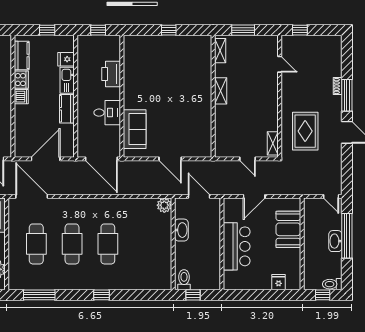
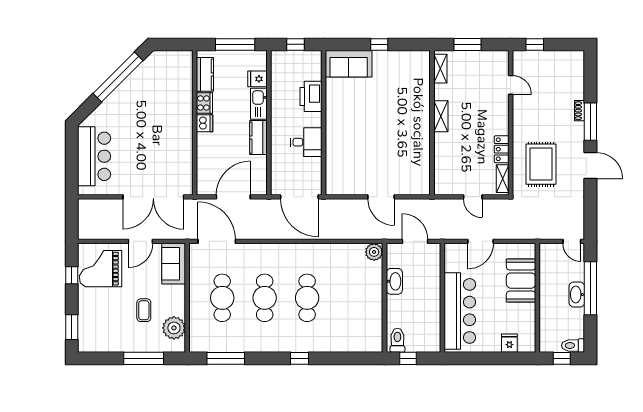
window: (47, 30) -> (235, 44), width x2.17
locker: (272, 119) -> (502, 149), added
sofa: (135, 129) -> (349, 64), moved, turned 90
bar counter: (237, 246) -> (460, 311), width x1.36

